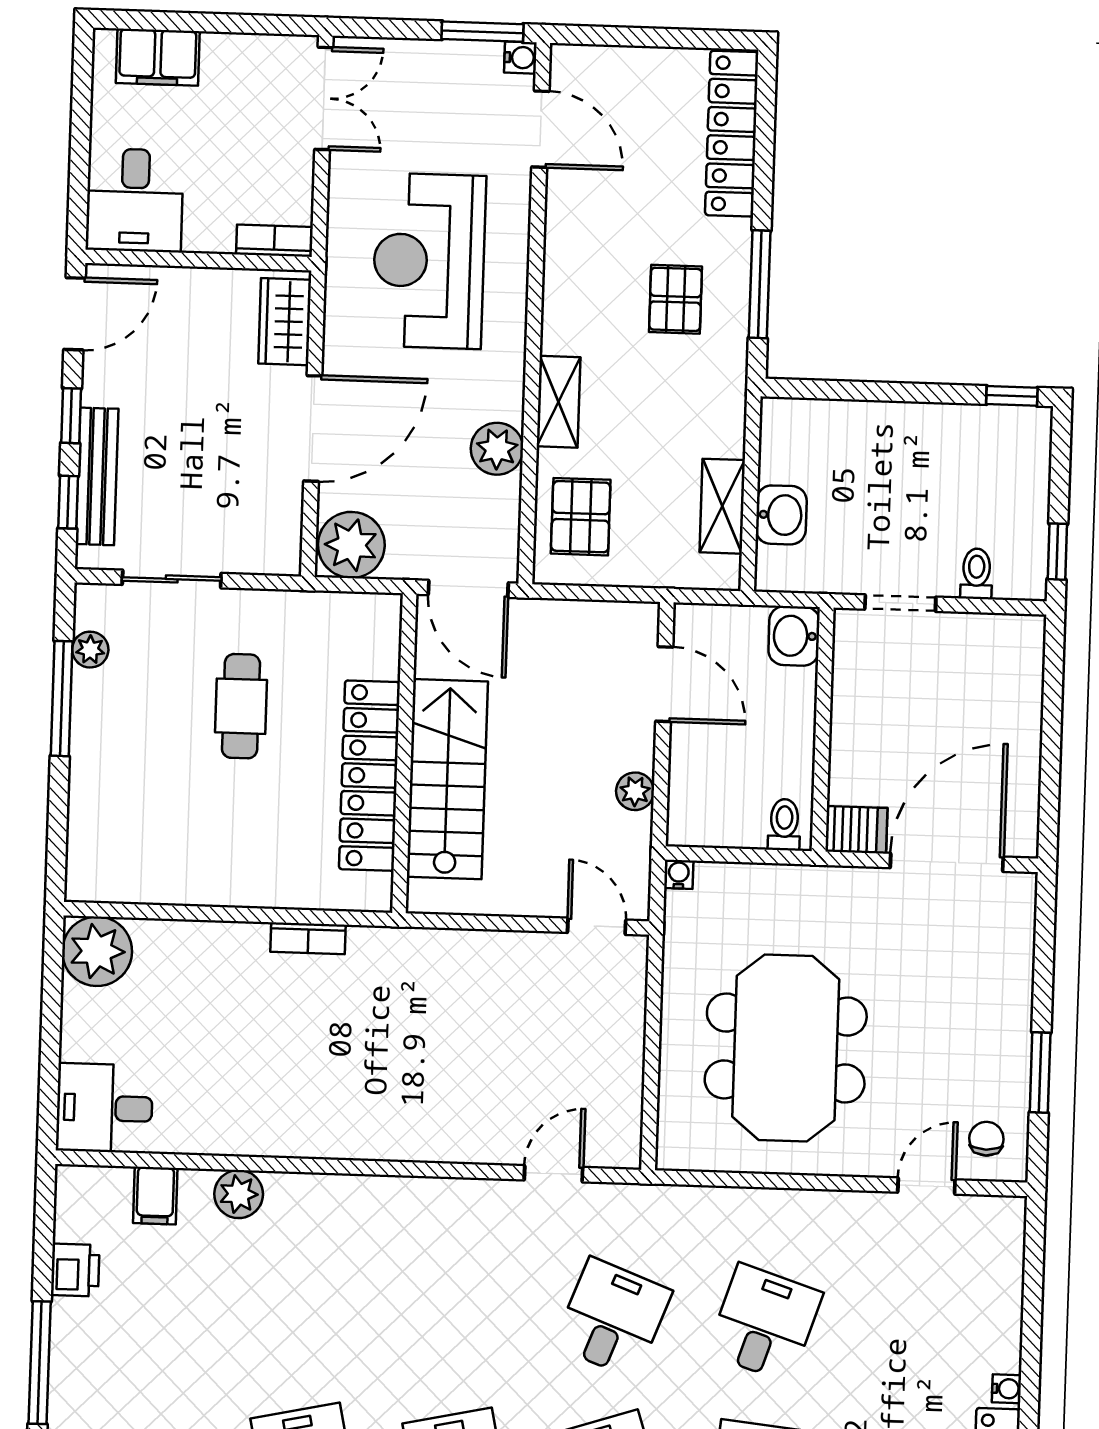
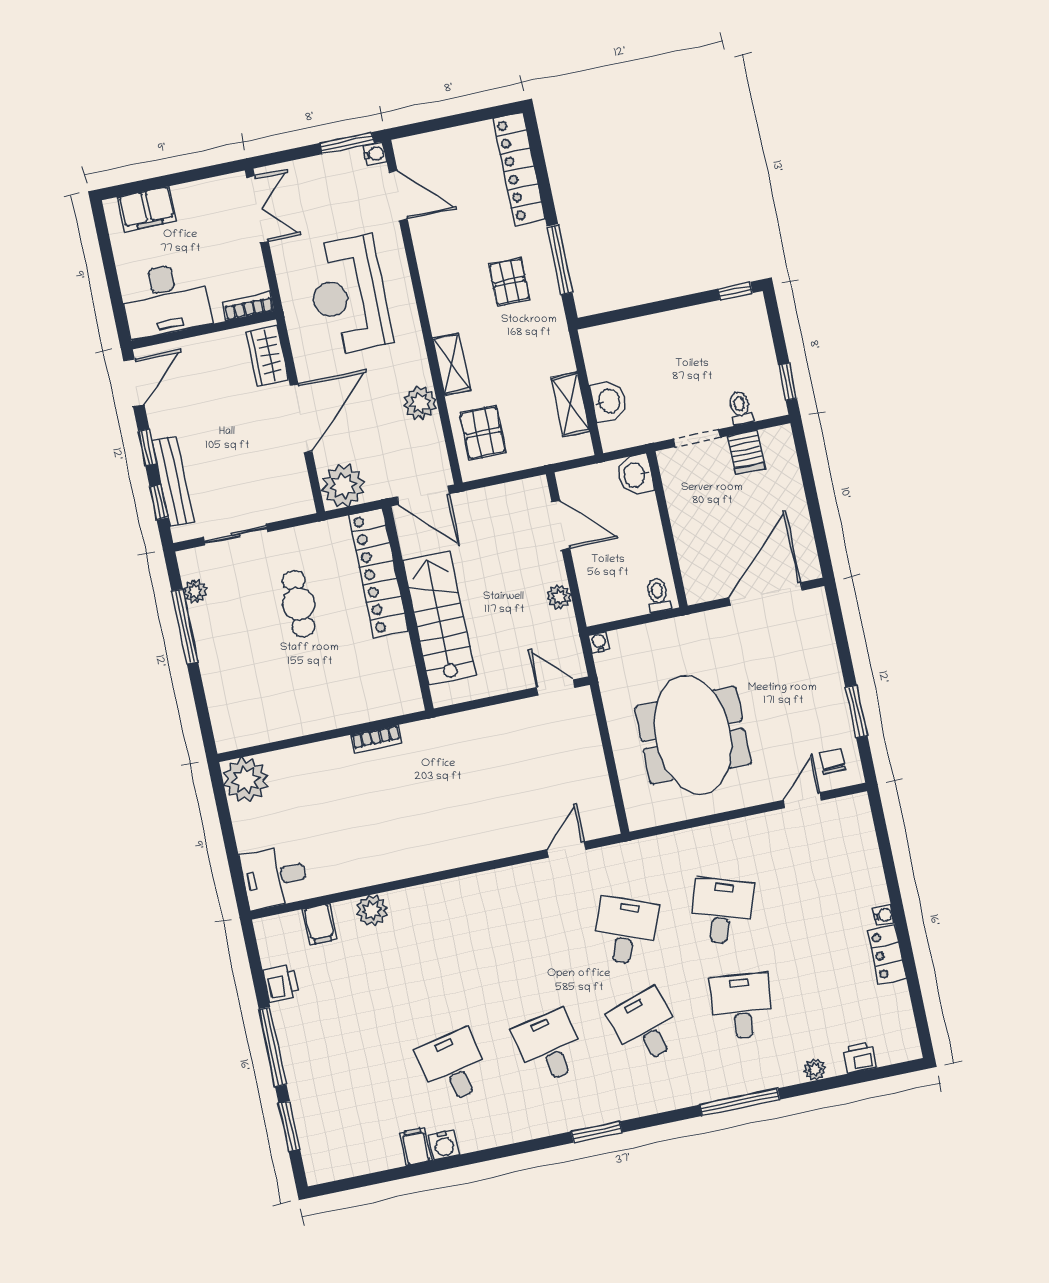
desk: (135, 200) -> (166, 300), width x1.37
locker: (369, 776) -> (378, 573), moved
server rack: (856, 830) -> (747, 452), moved, turned 90

